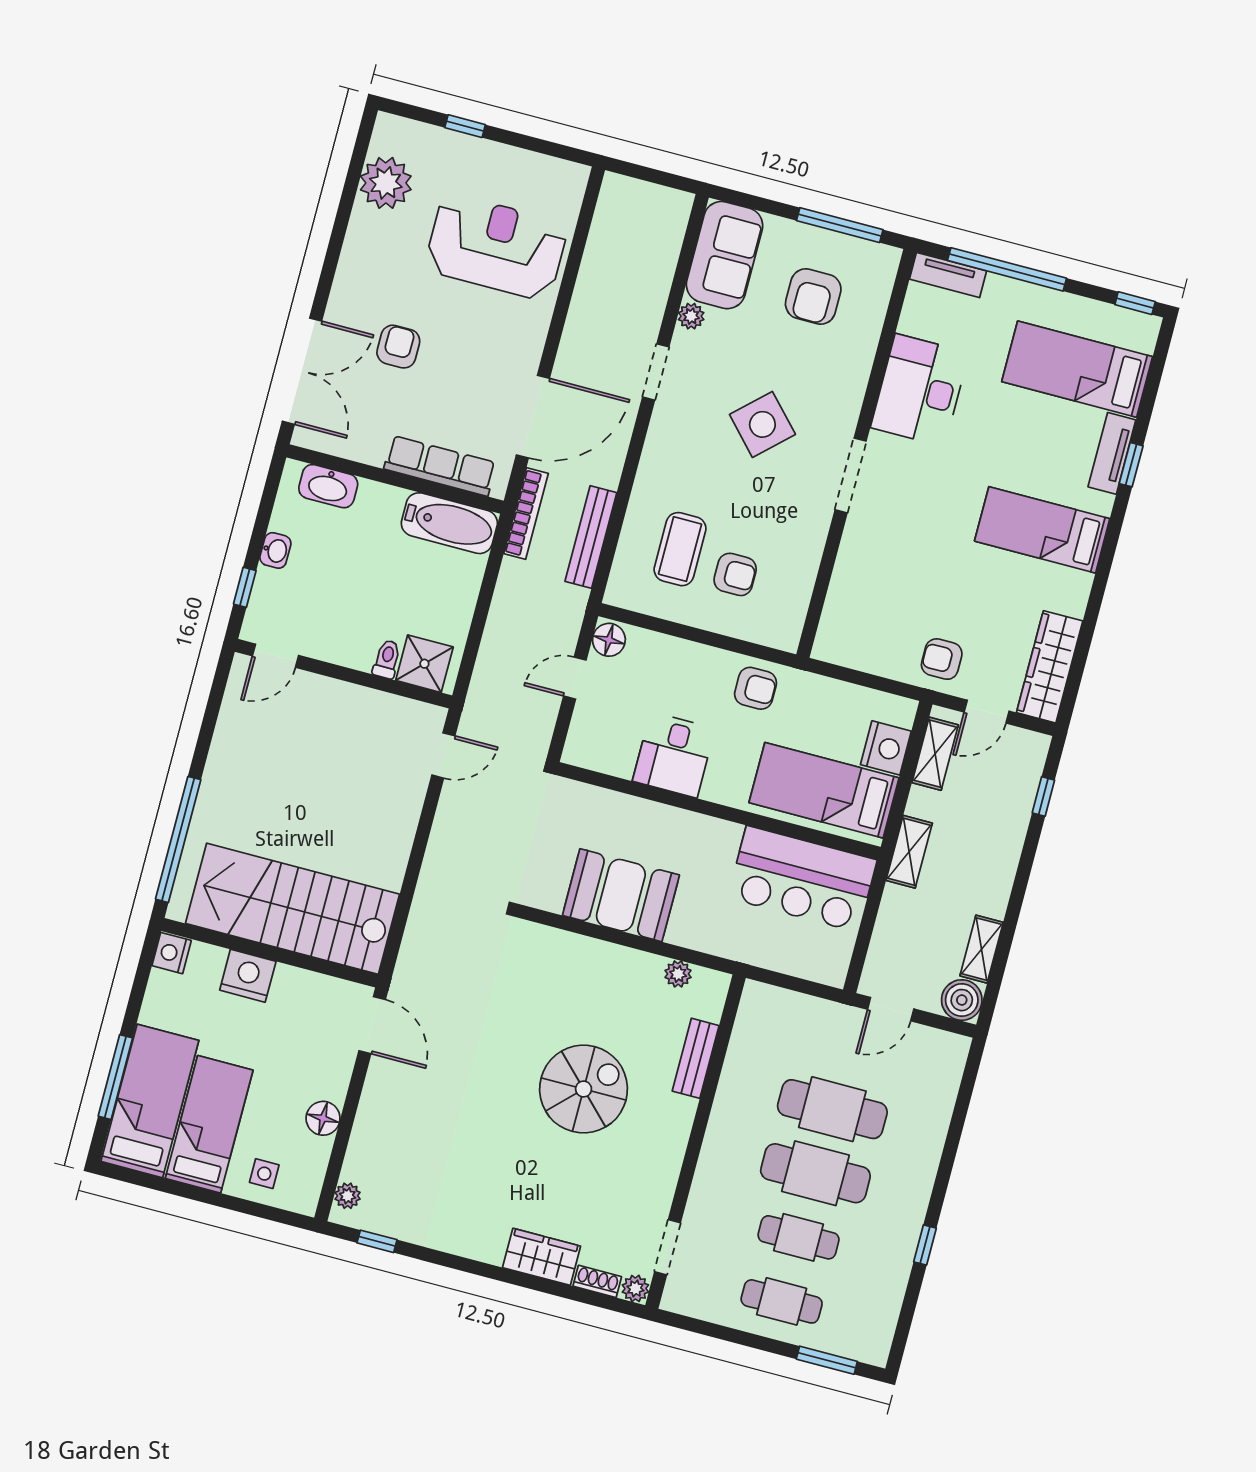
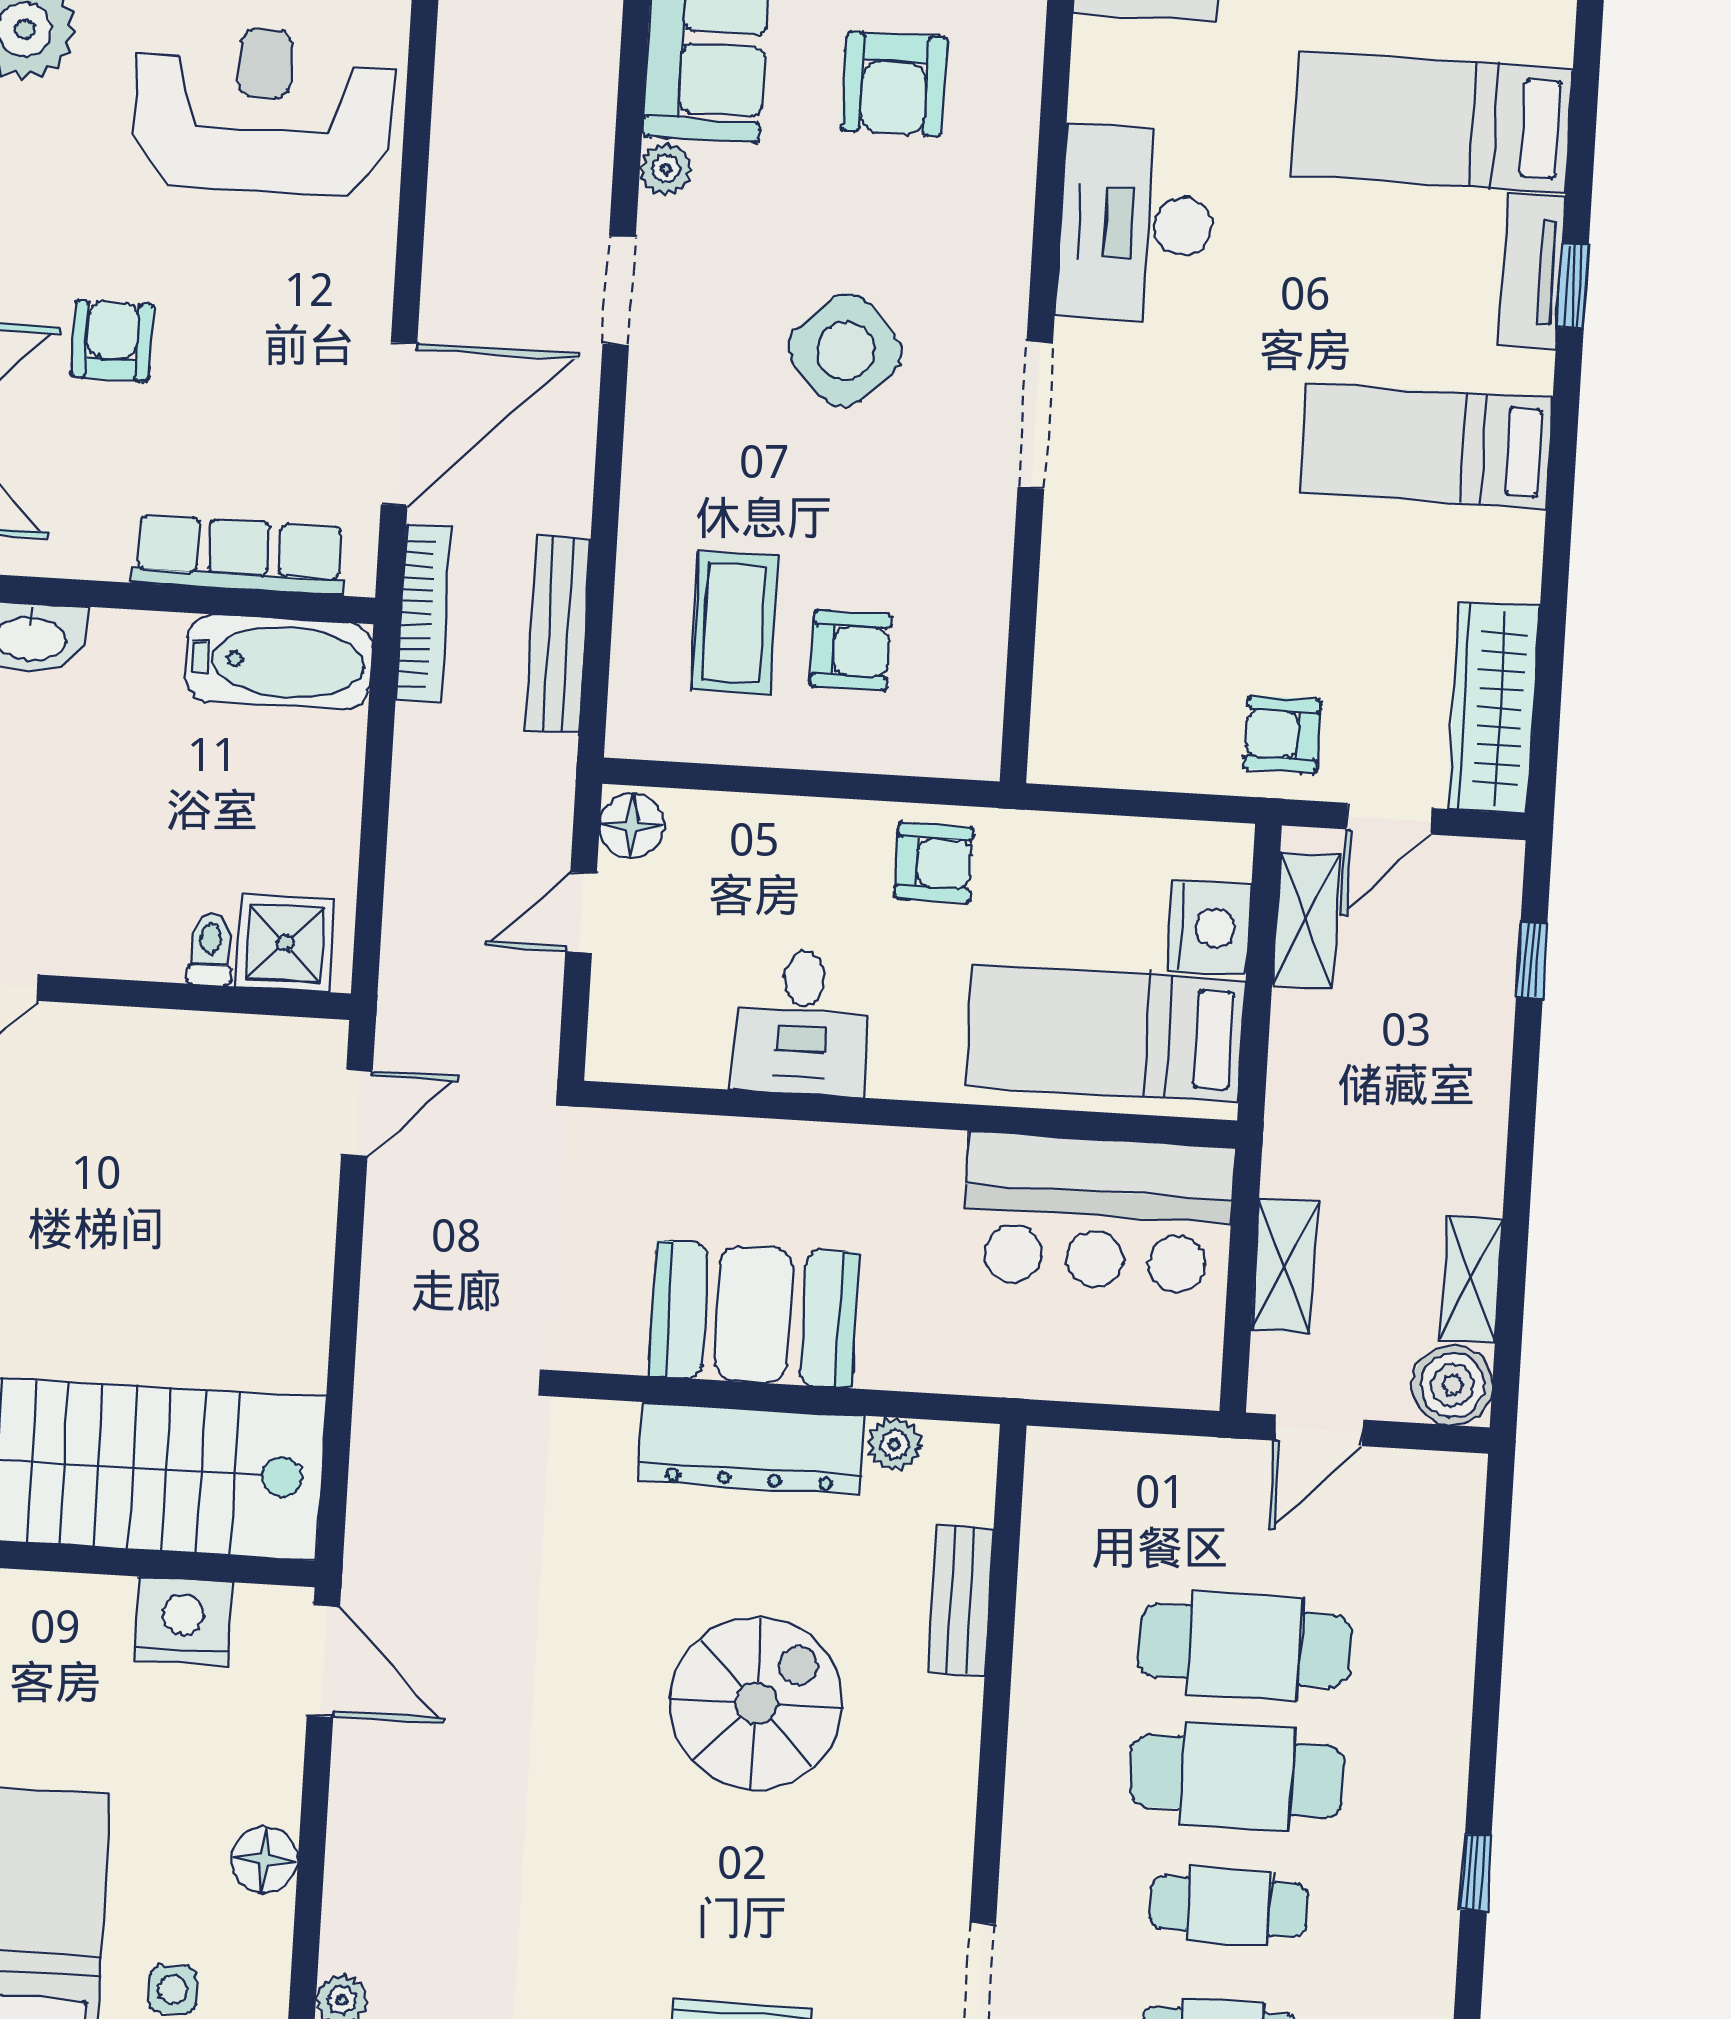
shelving: (909, 852) -> (1285, 1266), moved
dresser: (606, 962) -> (751, 1448), added
nightstand: (248, 976) -> (182, 1621), moved

